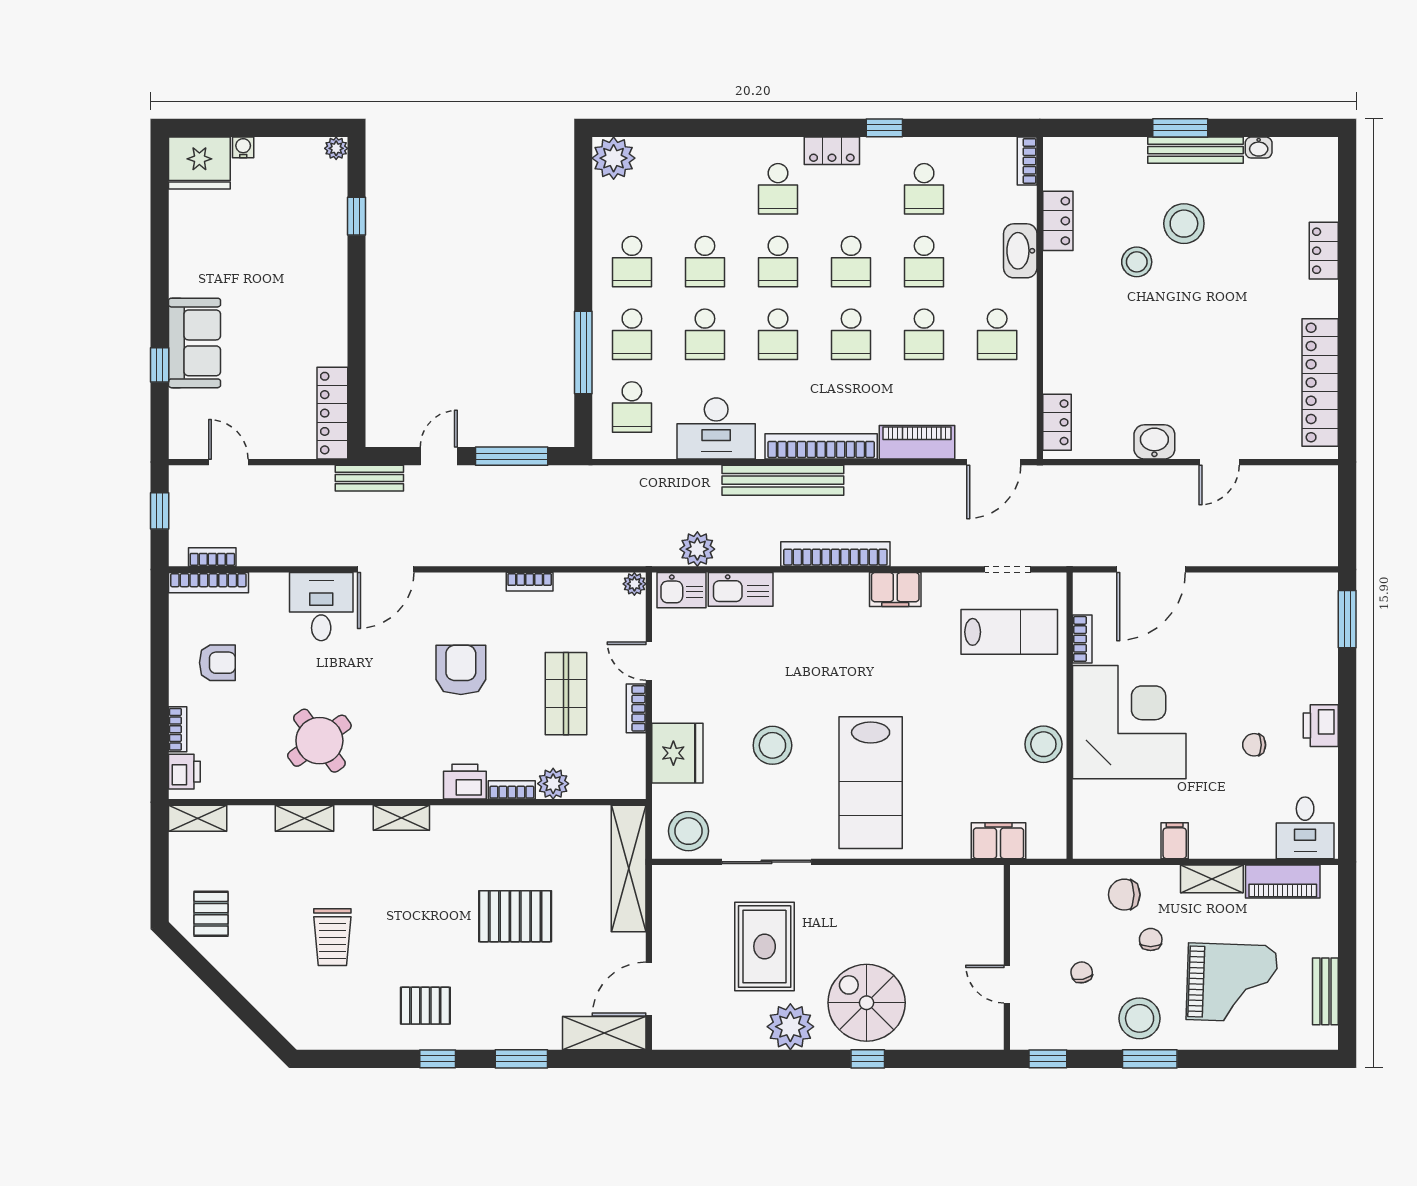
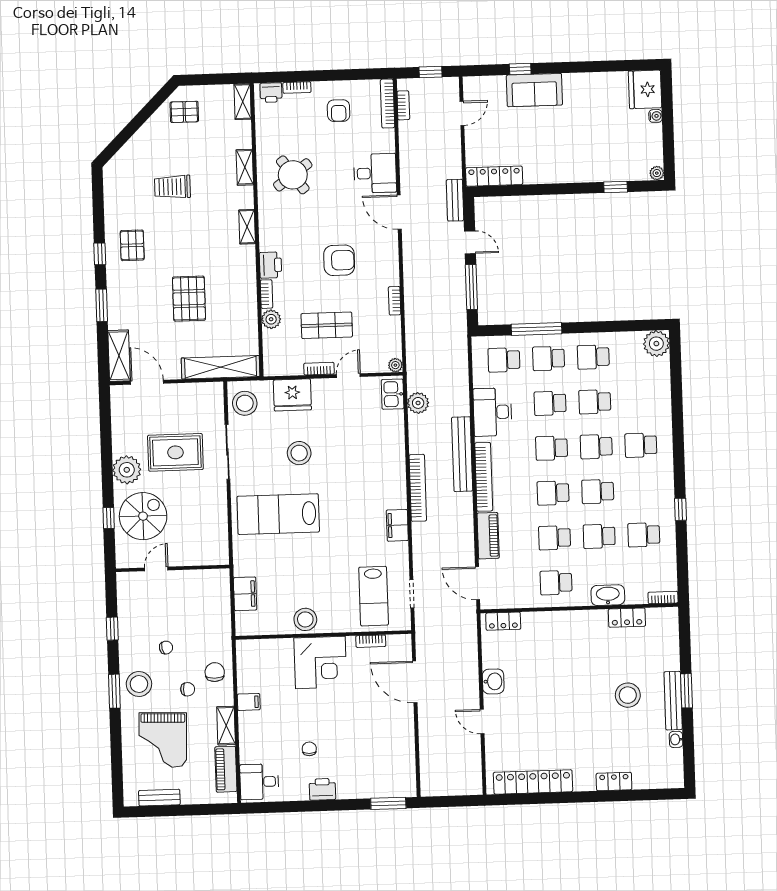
locker: (832, 151) -> (665, 478), removed
stool: (1137, 262) -> (603, 667), removed
kitchen sink: (741, 589) -> (394, 430), removed
corner desk: (1129, 722) -> (320, 662), width x0.74, depth x0.74
wall: (1007, 957) -> (173, 568), moved
door: (1007, 984) -> (156, 569), moved

